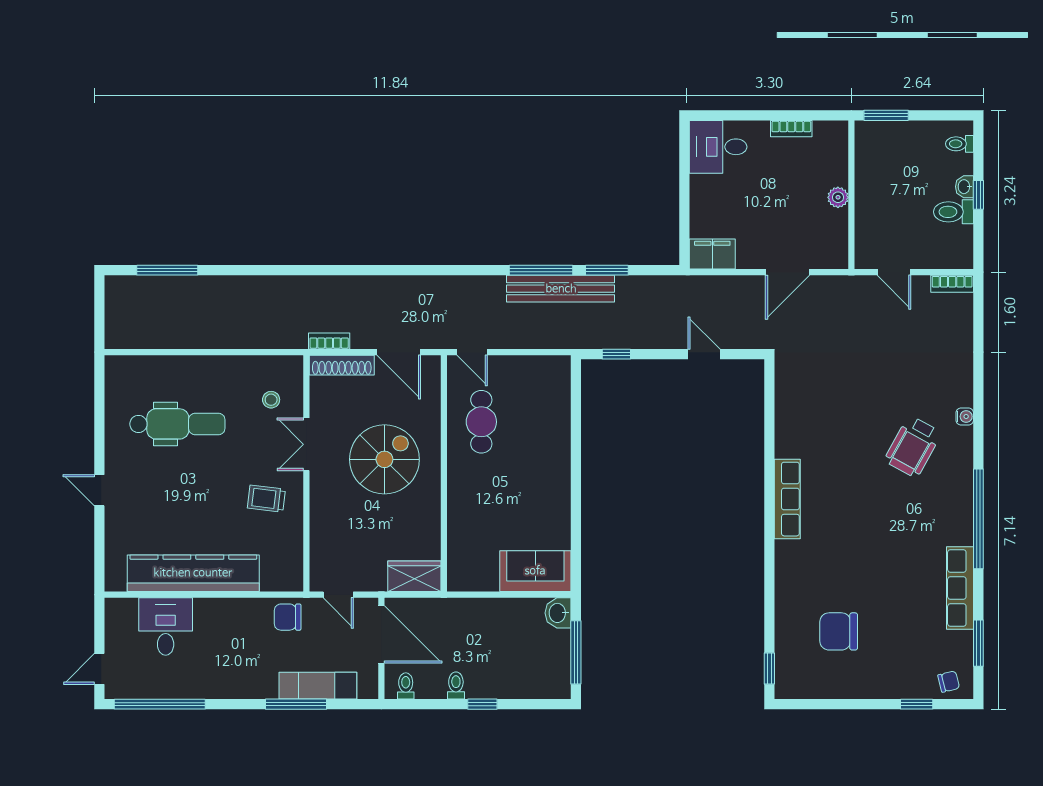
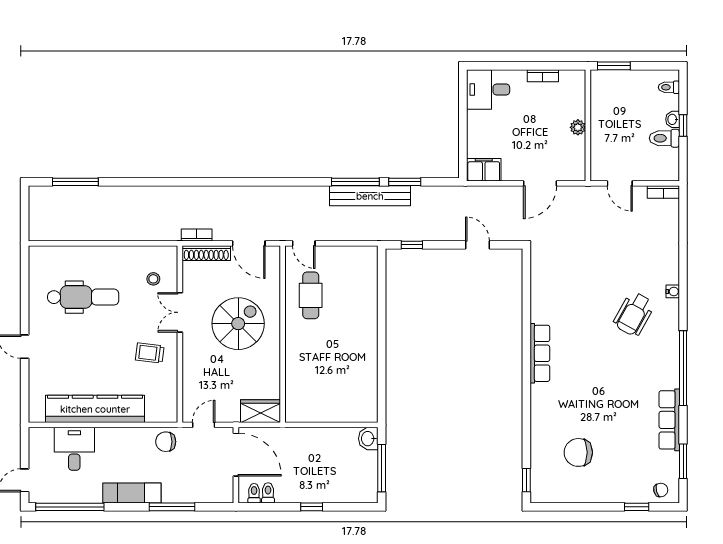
sofa: (535, 571) -> (351, 407), removed
door: (338, 595) -> (204, 425), swing flipped
exam couch: (318, 686) -> (132, 493), moved
toilet: (456, 686) -> (268, 493), moved

